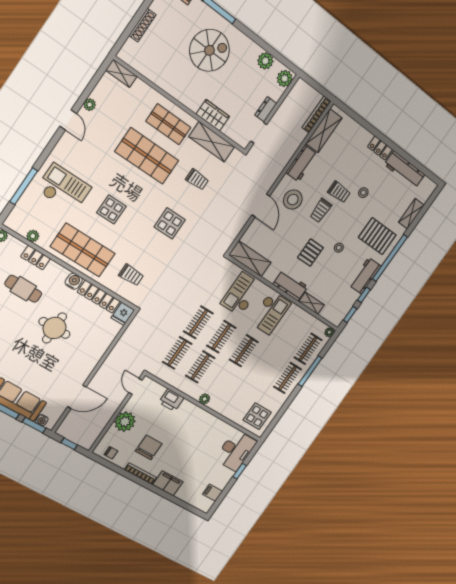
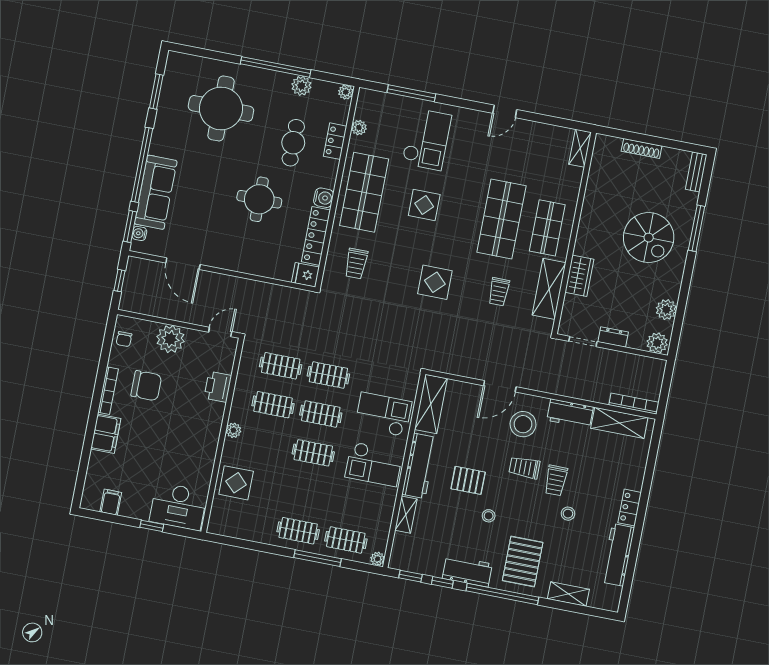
plant: (90, 105) -> (531, 128), removed
workbench: (290, 285) -> (419, 466), width x1.38
display table: (257, 416) -> (236, 483), moved

